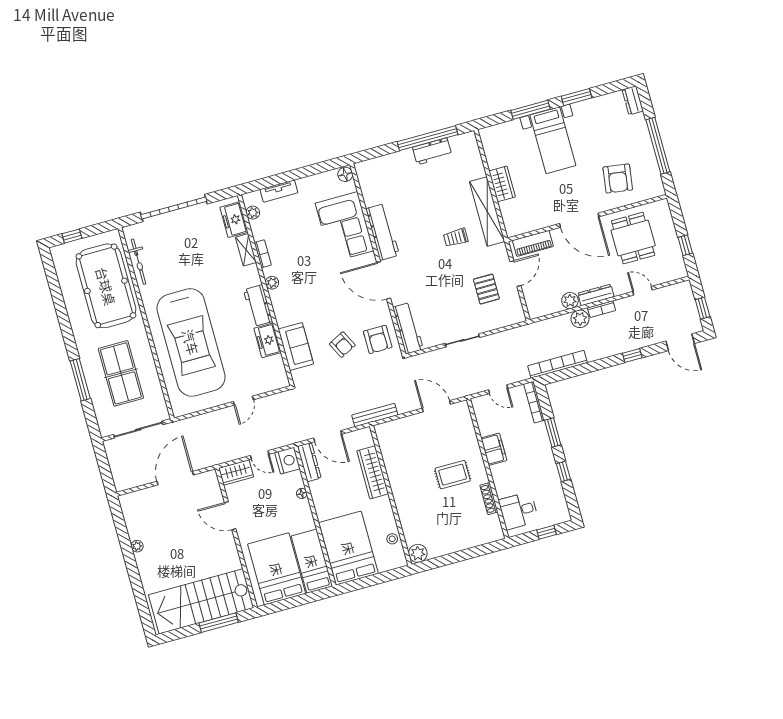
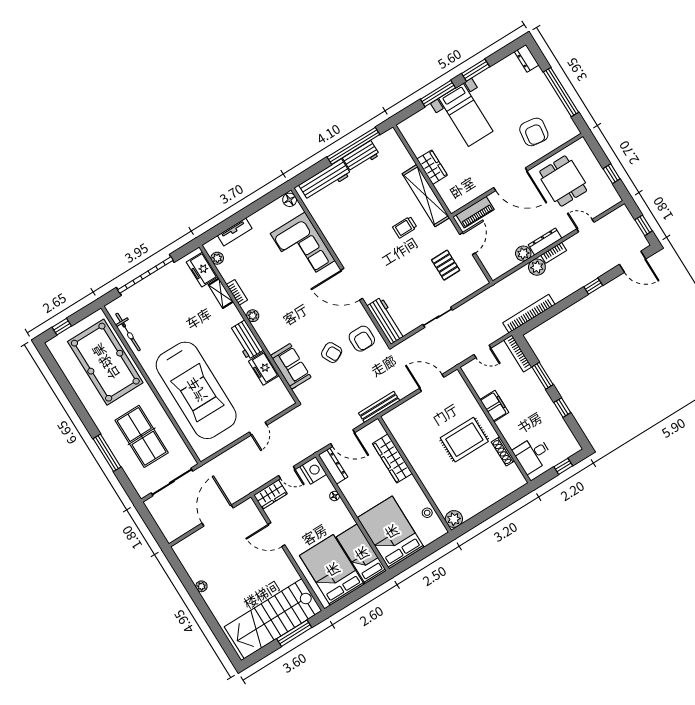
workbench: (382, 232) -> (325, 180), moved, turned 90
rug: (453, 475) -> (464, 440), width x1.36, depth x1.43

